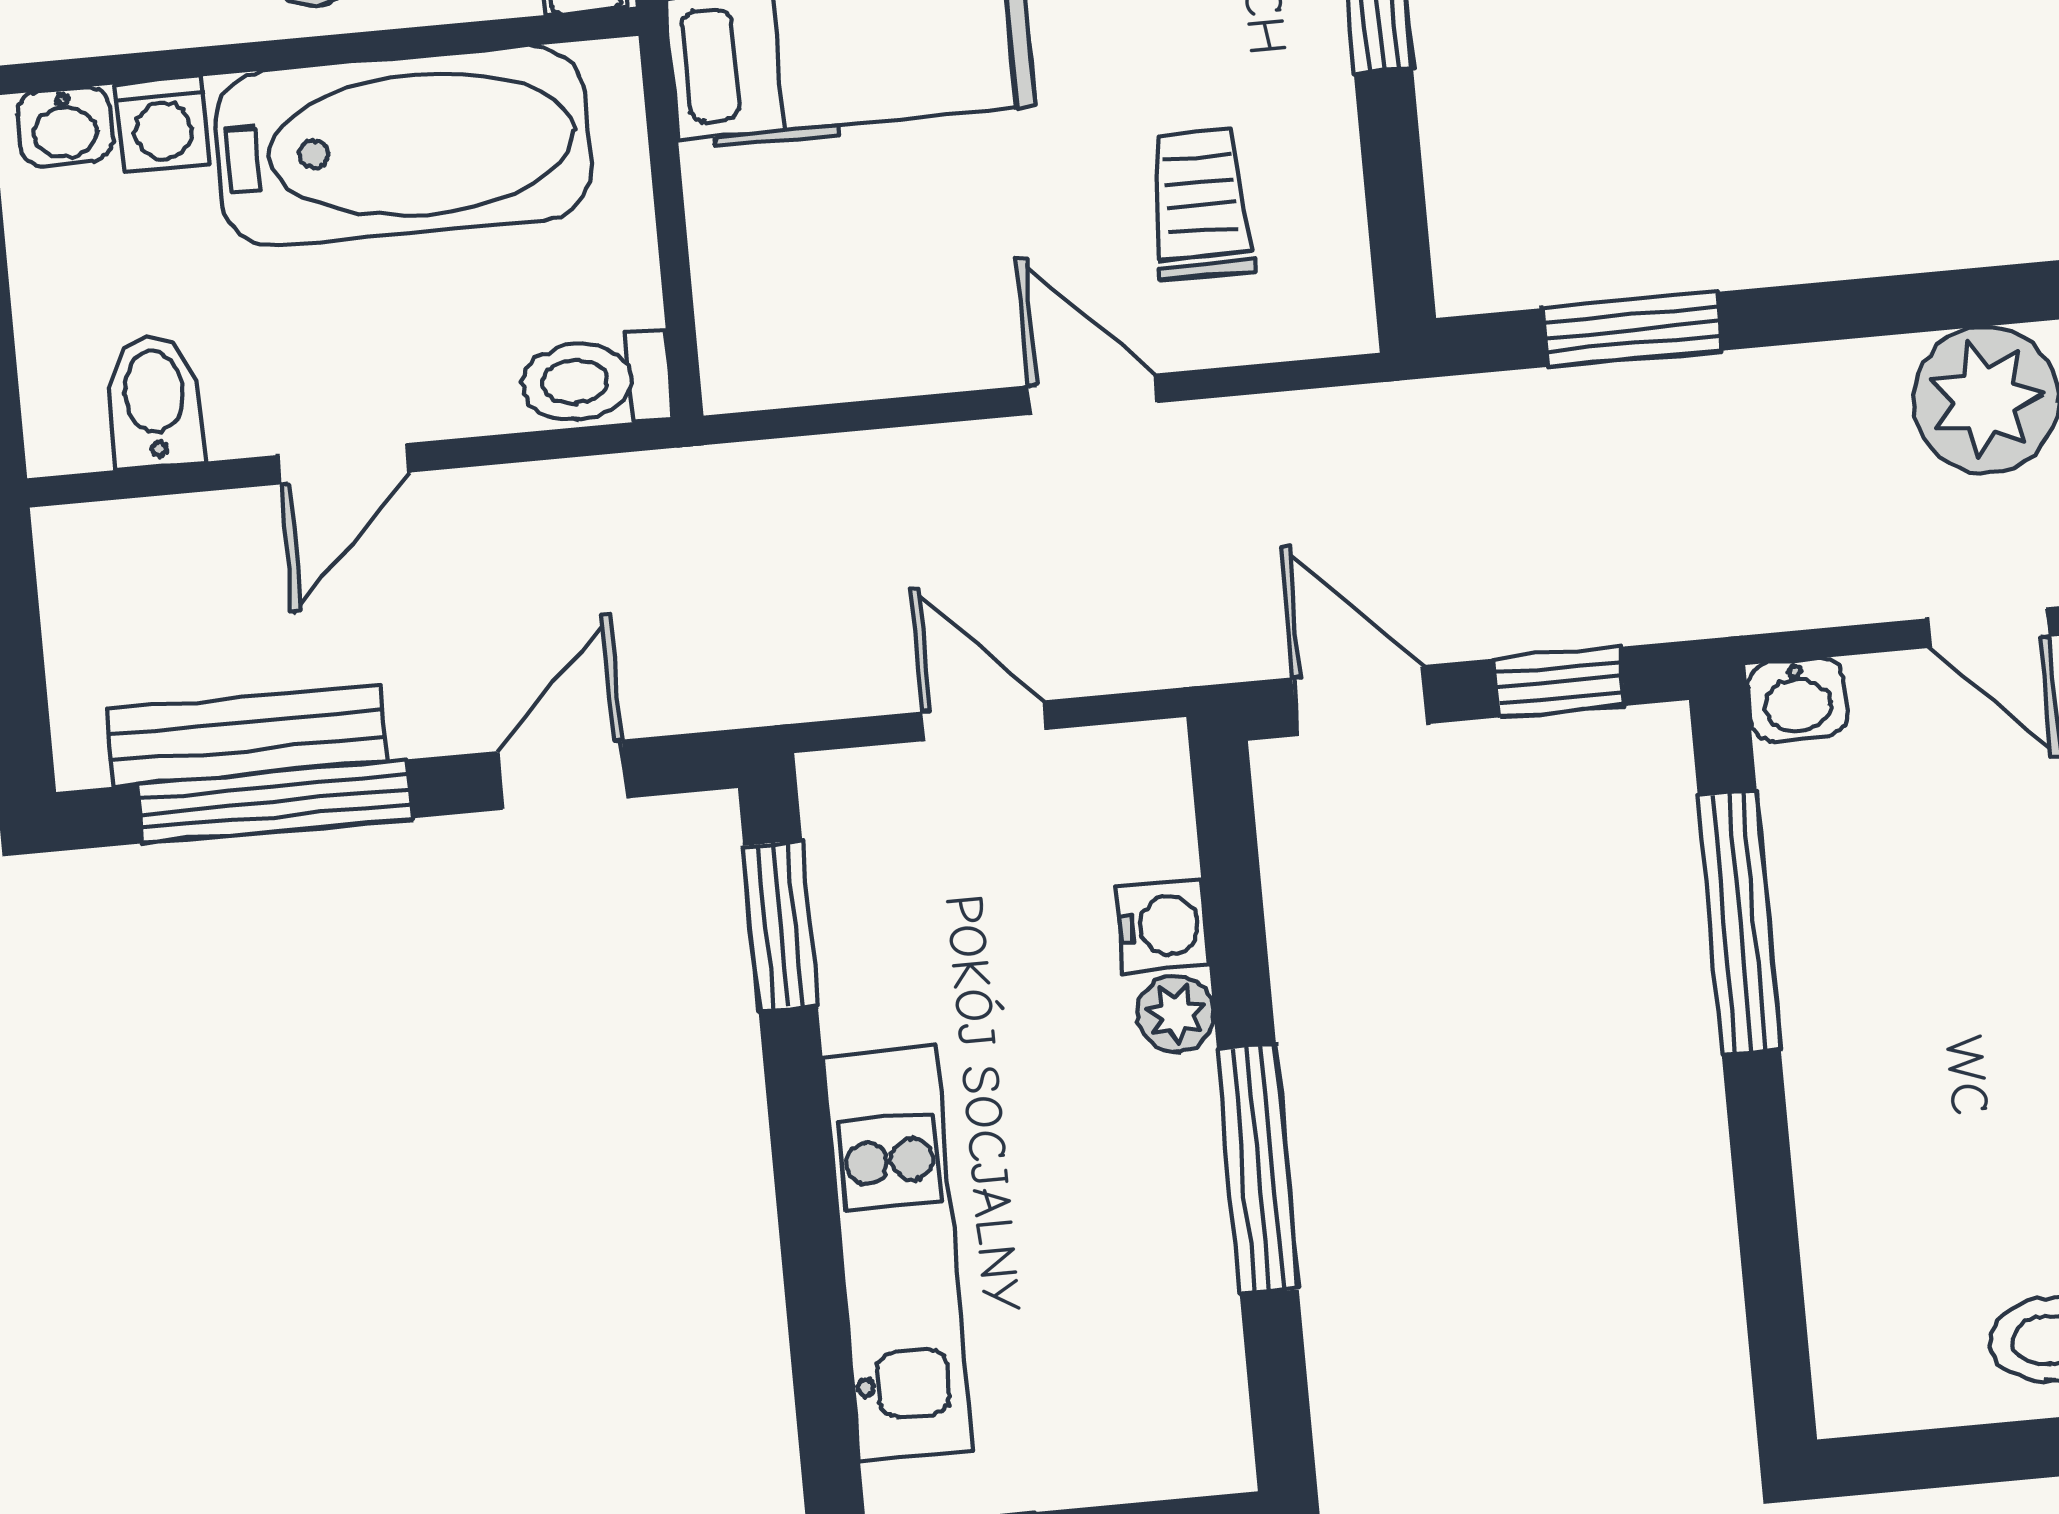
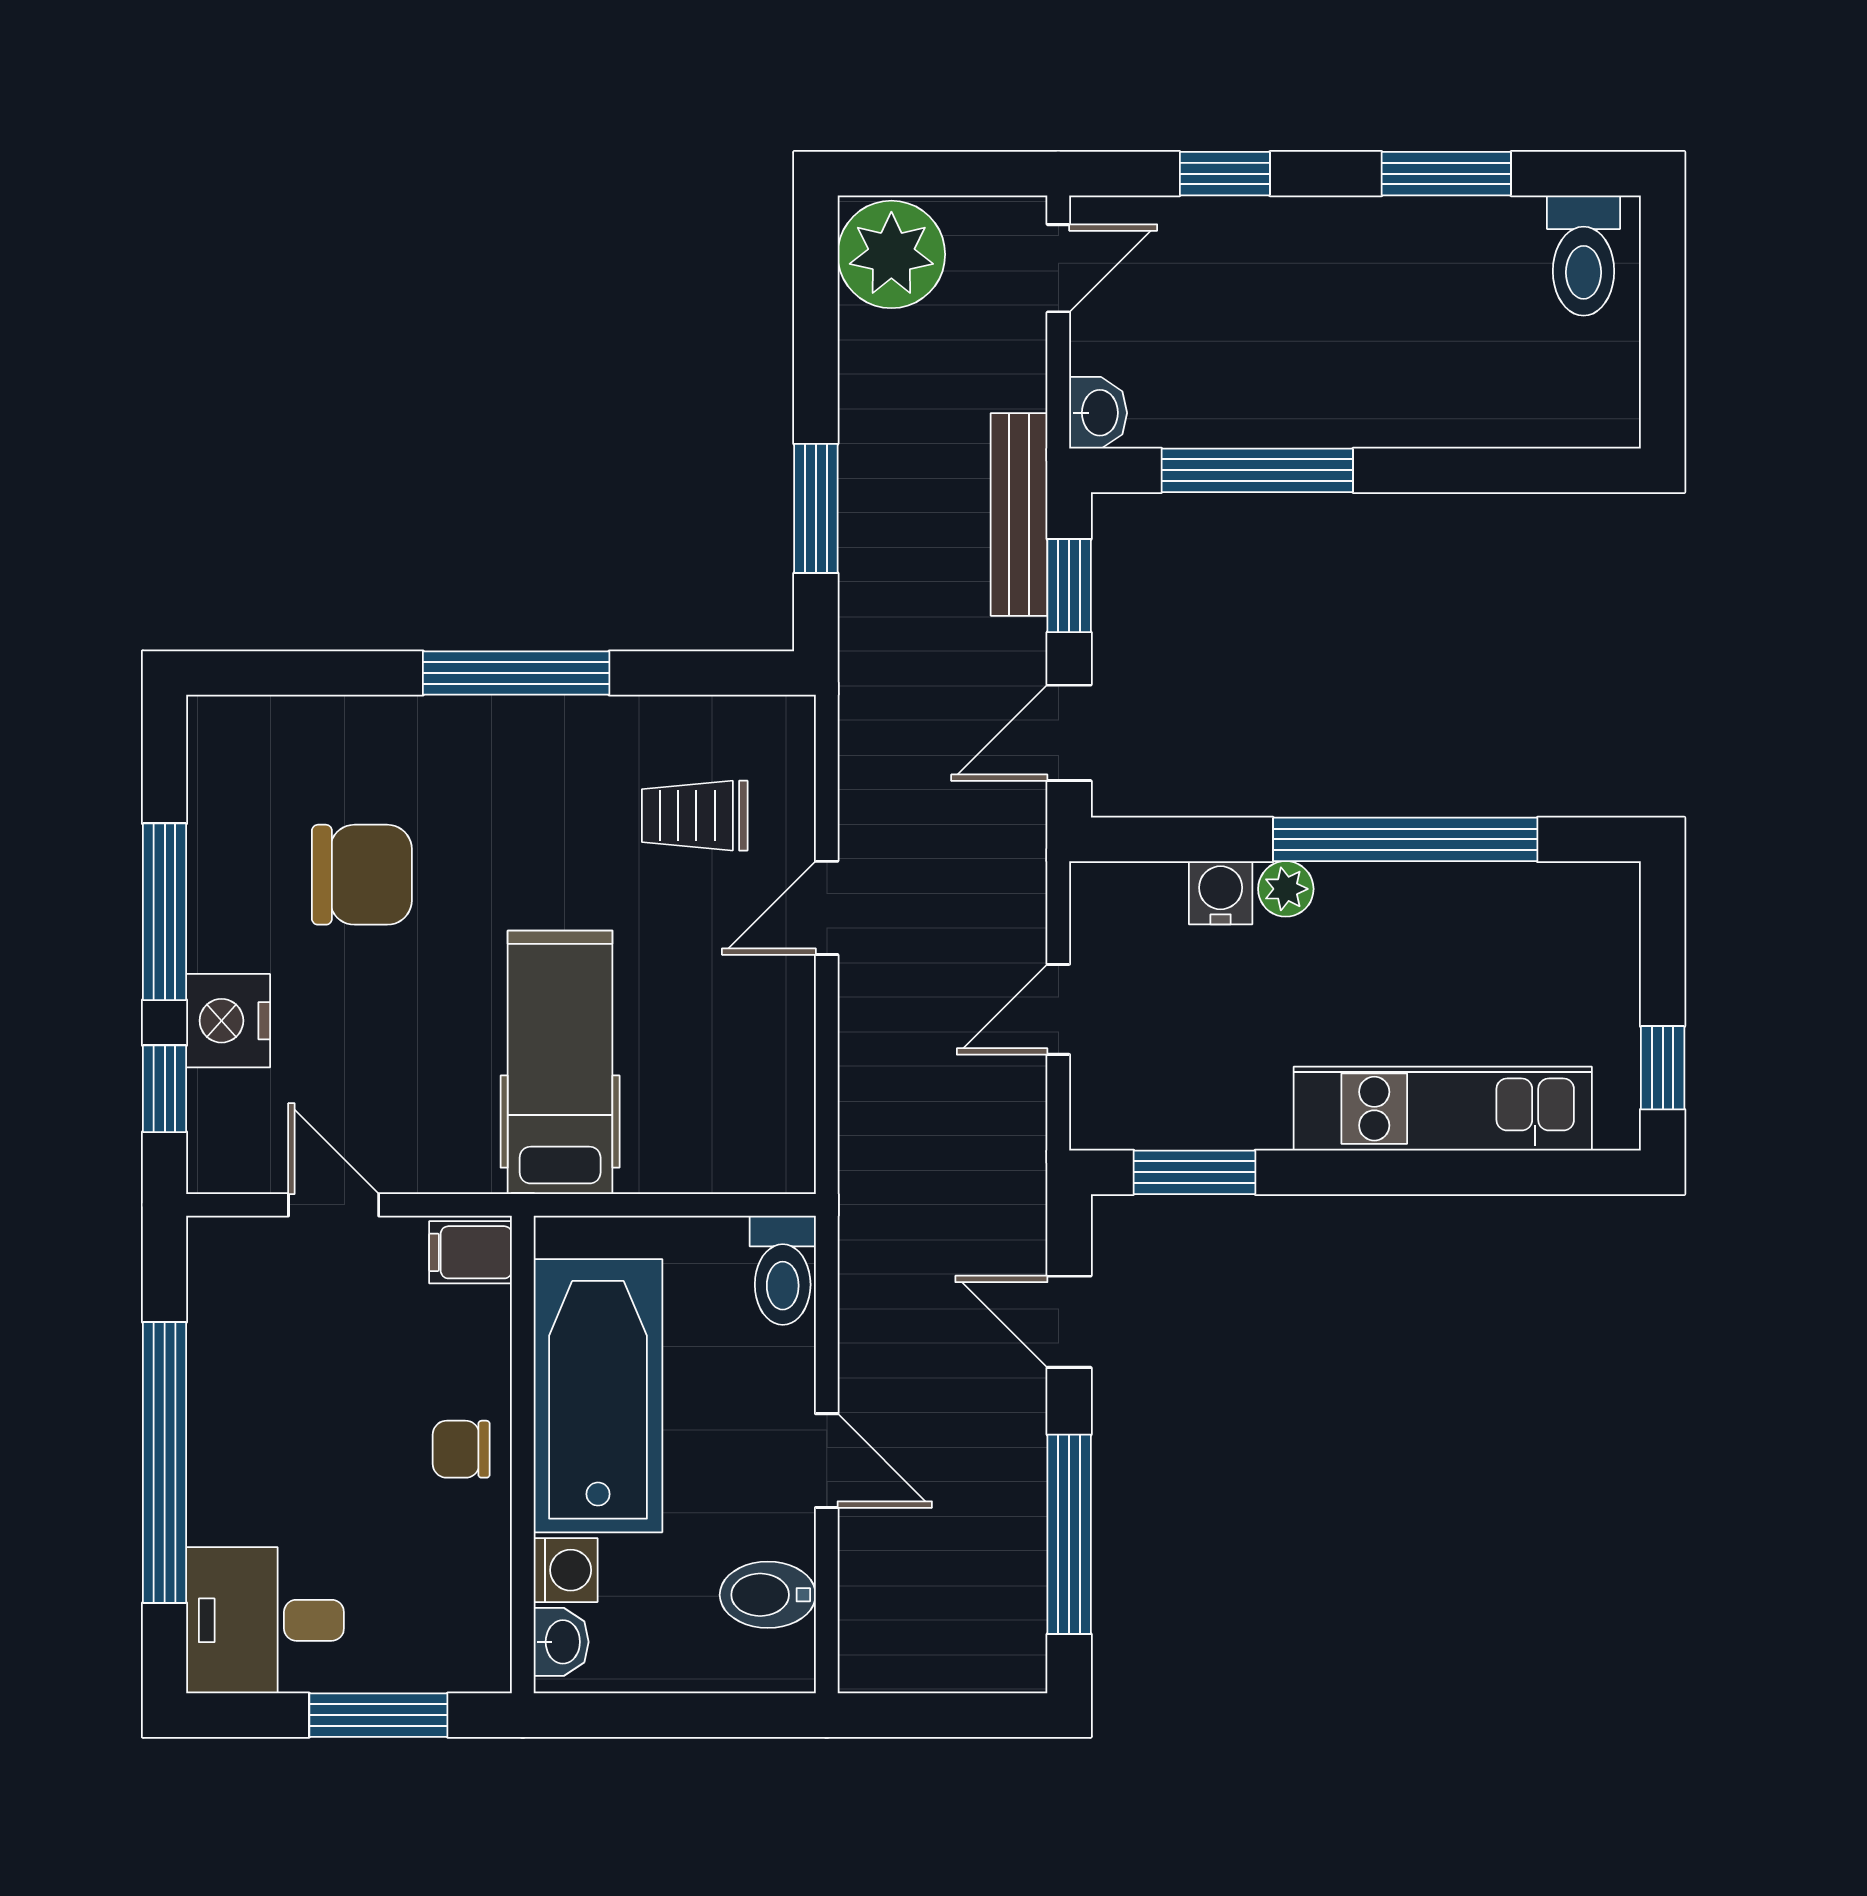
bench: (247, 736) -> (1019, 514), moved
window: (1258, 1169) -> (1405, 839), width x1.46

